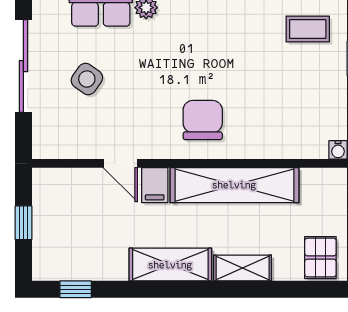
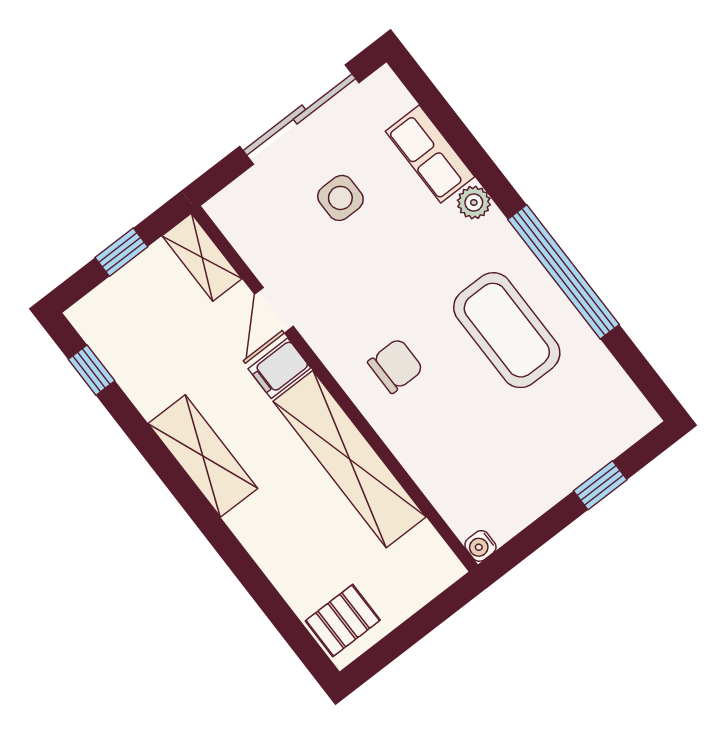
coffee table: (308, 29) -> (507, 330), moved, width x1.86, depth x1.72
side table: (87, 79) -> (340, 198), turned -35
chair: (203, 120) -> (395, 366), width x0.73, depth x0.73
shelving: (243, 268) -> (202, 257), moved

